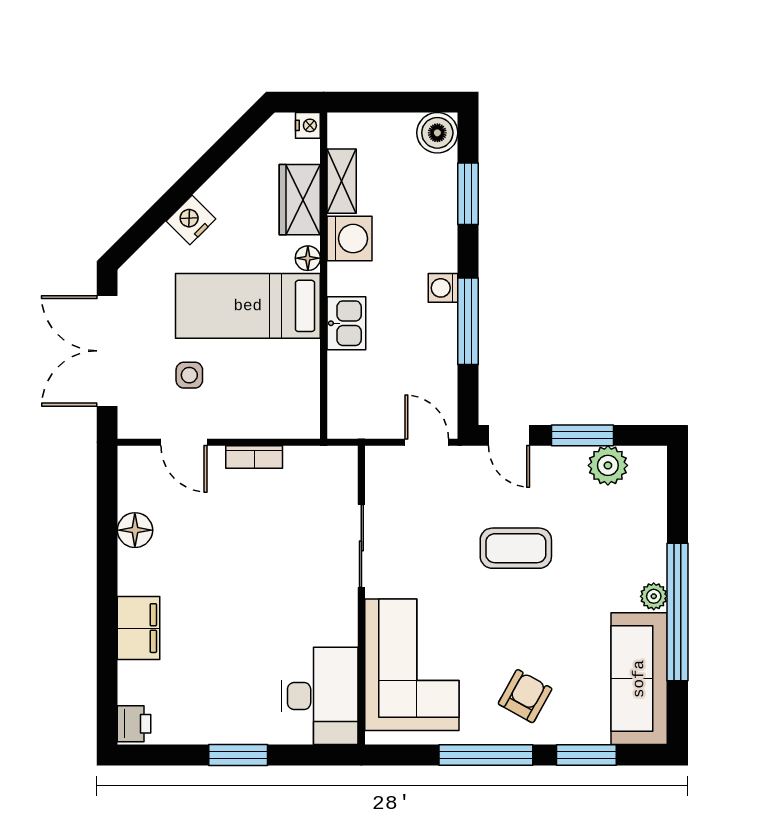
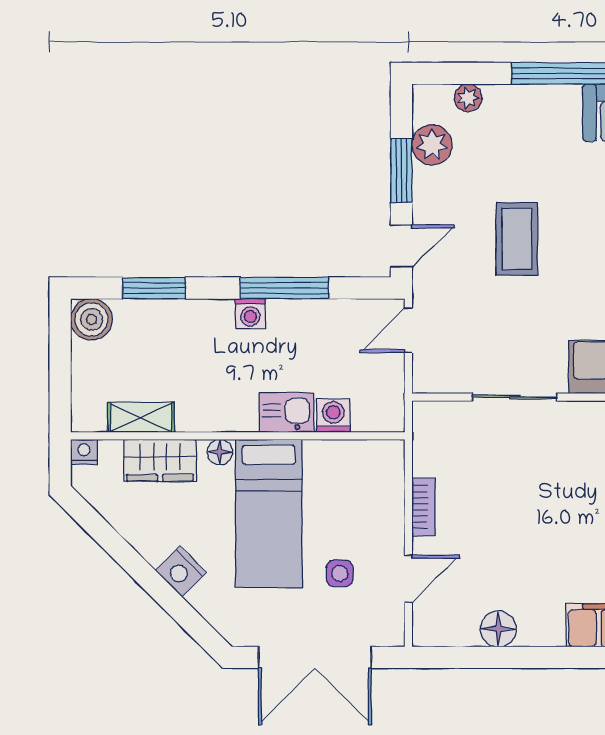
washing machine: (349, 239) -> (333, 416), moved, width x0.73, depth x0.73
plant: (654, 596) -> (468, 98), moved

